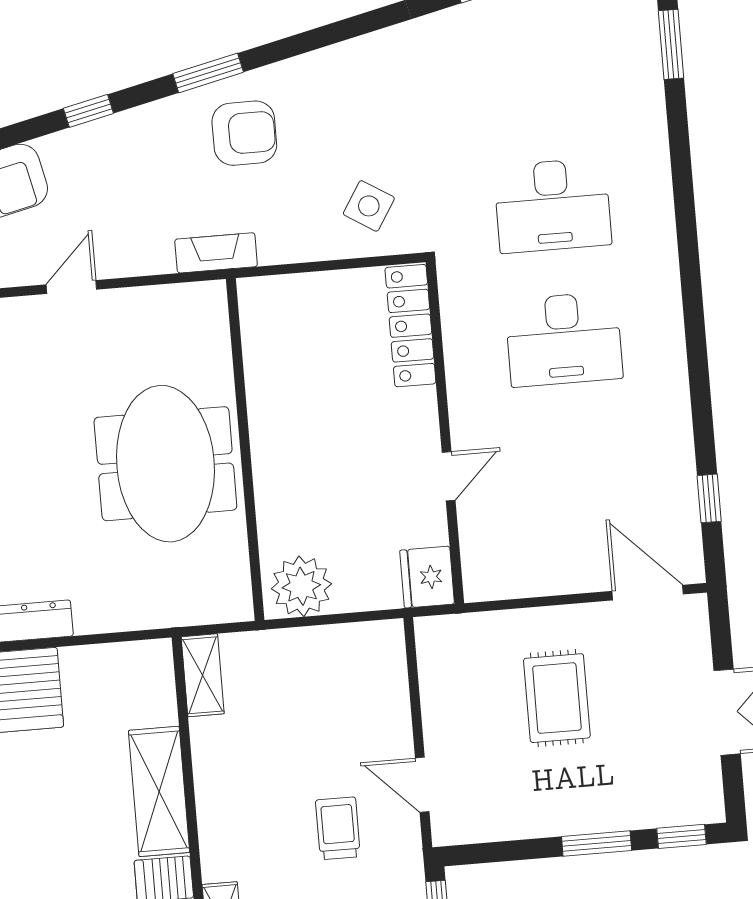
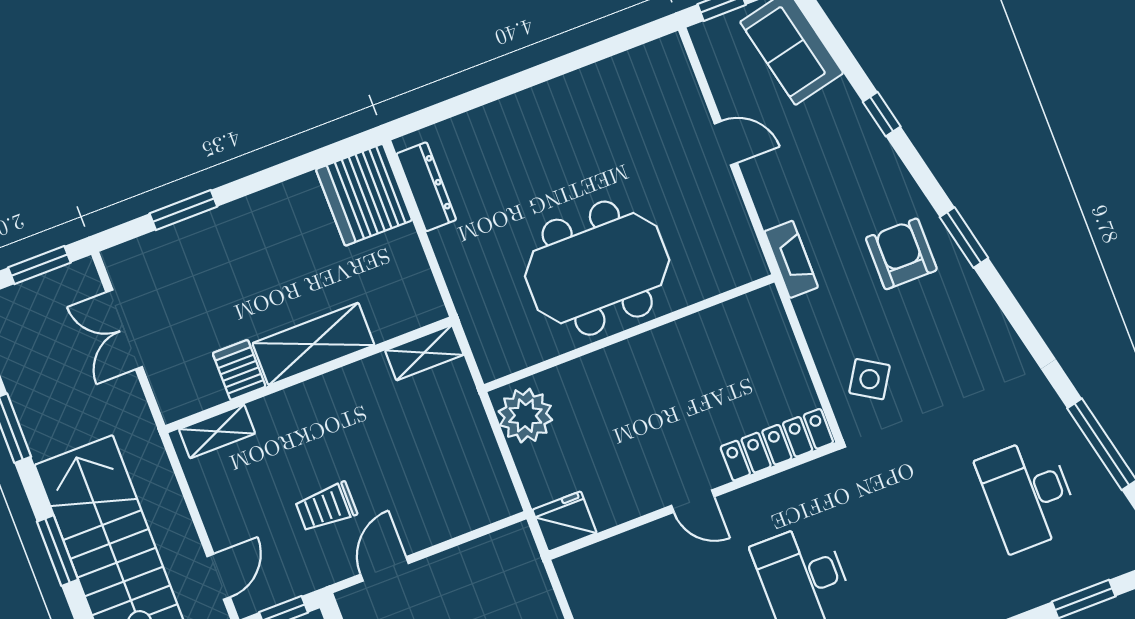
window: (208, 73) -> (964, 238), moved
armchair: (244, 133) -> (901, 254), turned 180
desk: (553, 205) -> (1028, 494), moved
door: (449, 476) -> (693, 501), moved
trolley: (338, 828) -> (326, 507), turned 180

